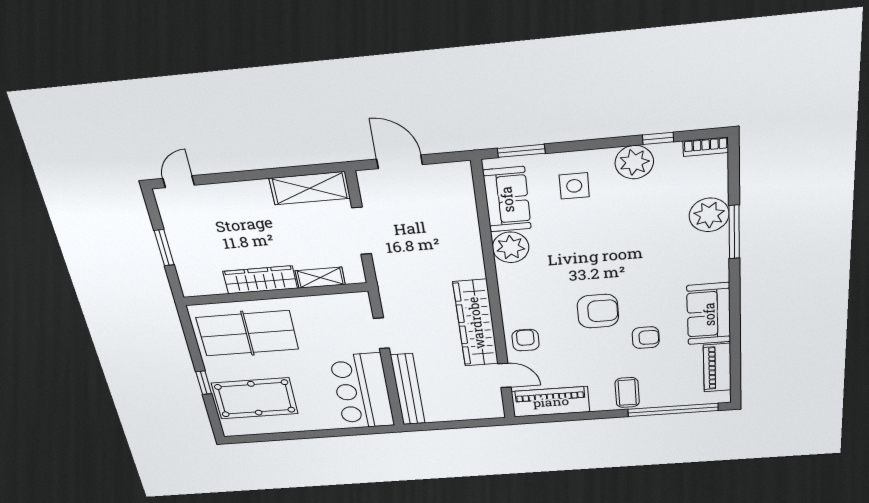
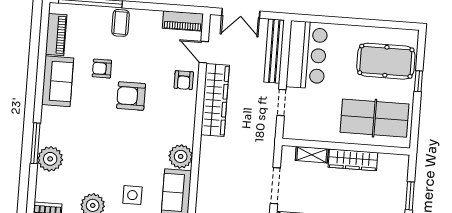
piano: (551, 402) -> (183, 21), width x0.73, depth x0.75
double door: (464, 424) -> (241, 13), added

